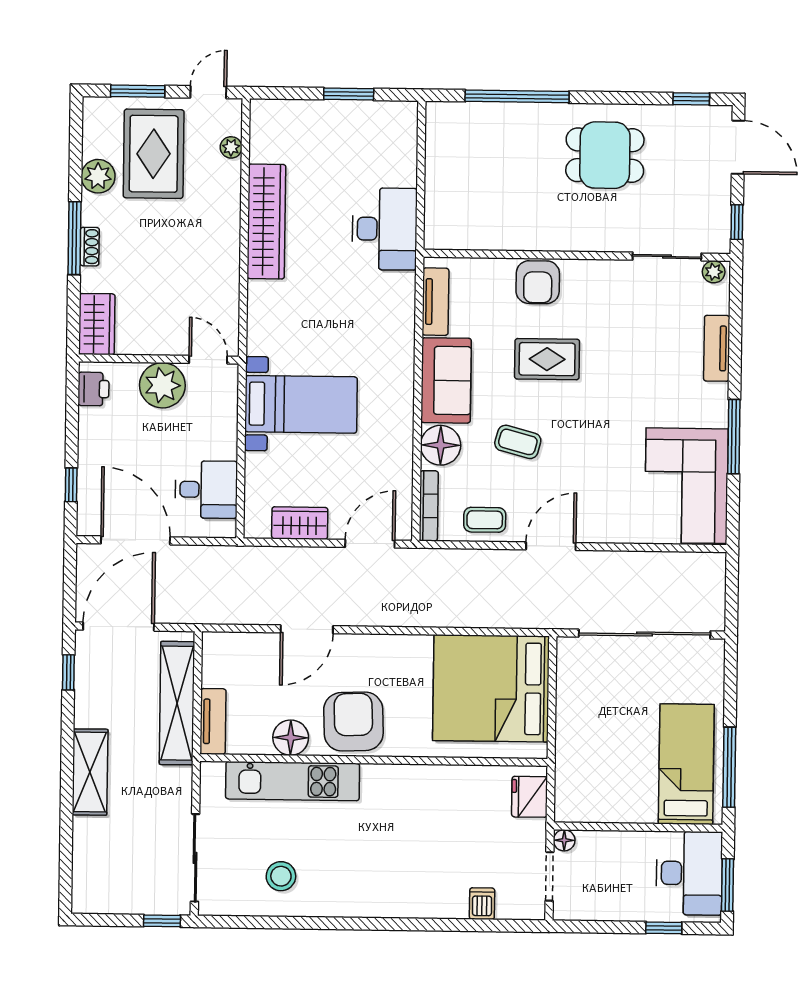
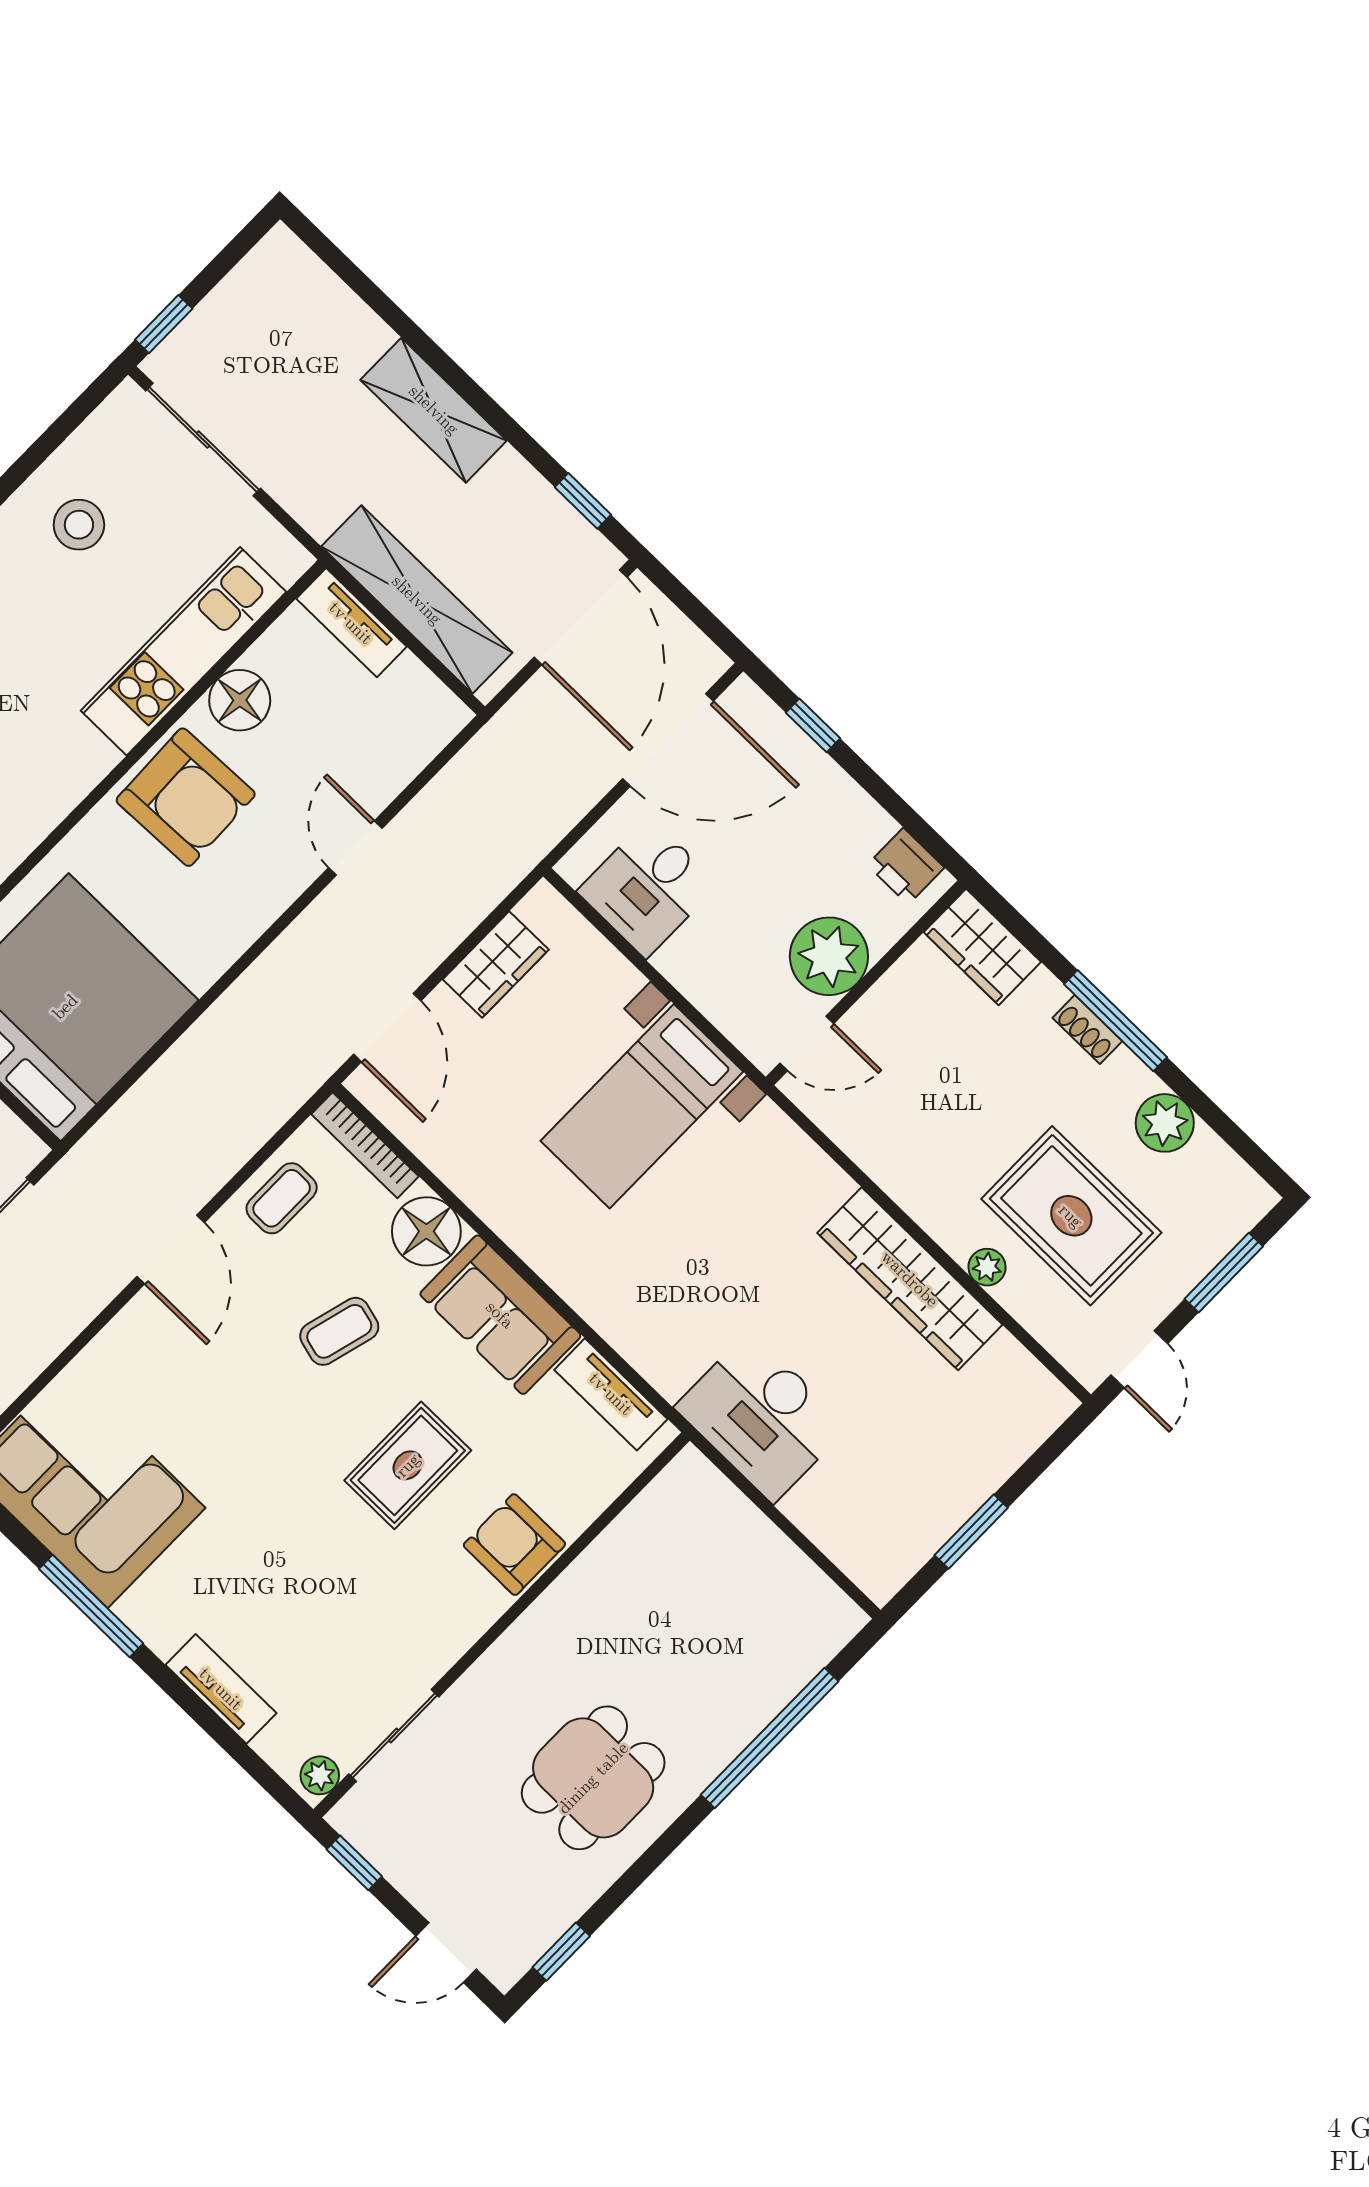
plant: (231, 147) -> (987, 1267), moved
door: (738, 147) -> (446, 1953), width x0.73
rug: (154, 154) -> (1071, 1216), moved
door: (307, 629) -> (355, 848), width x0.73

